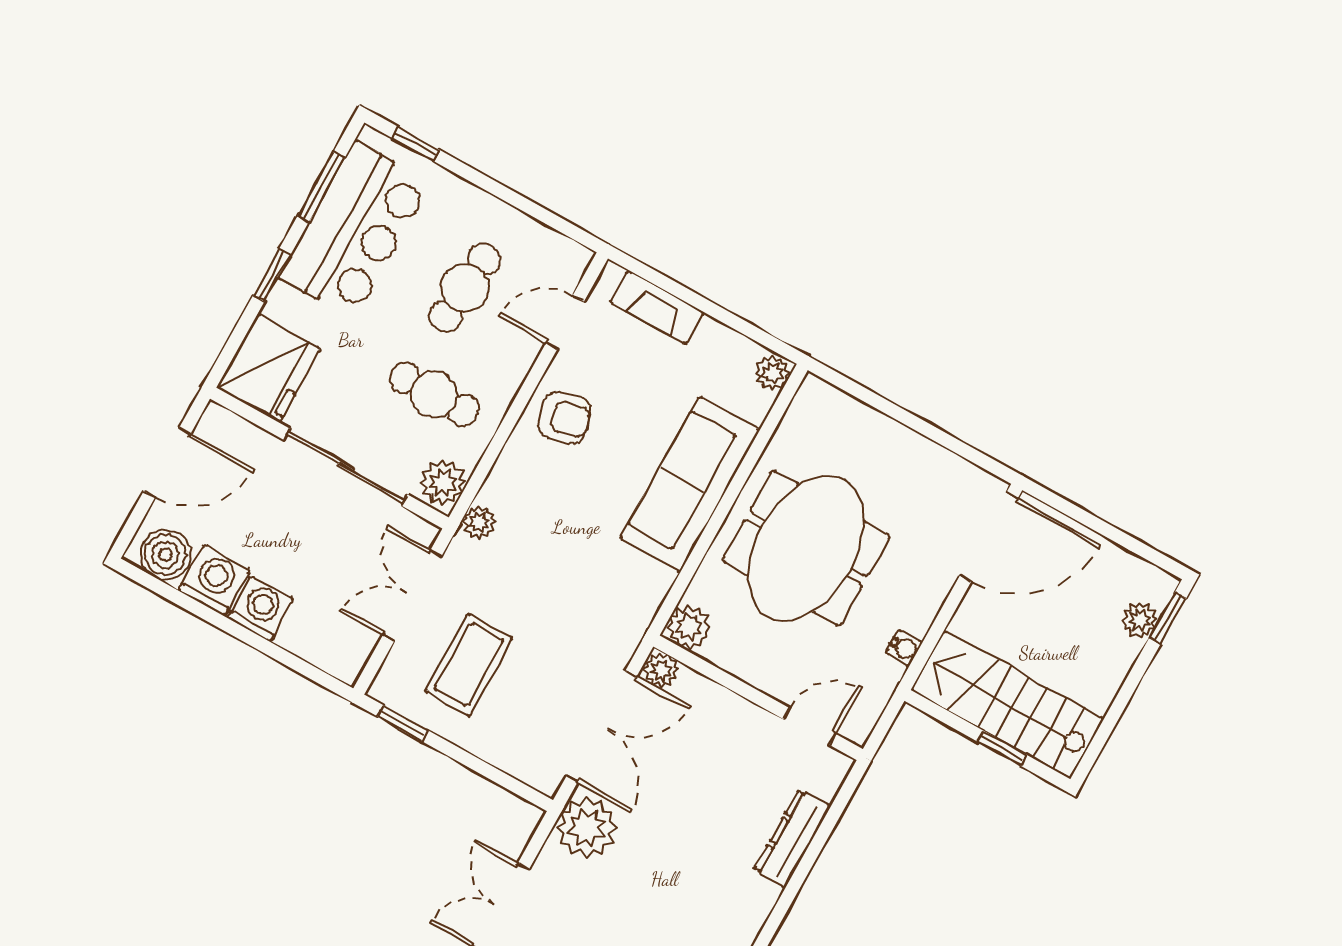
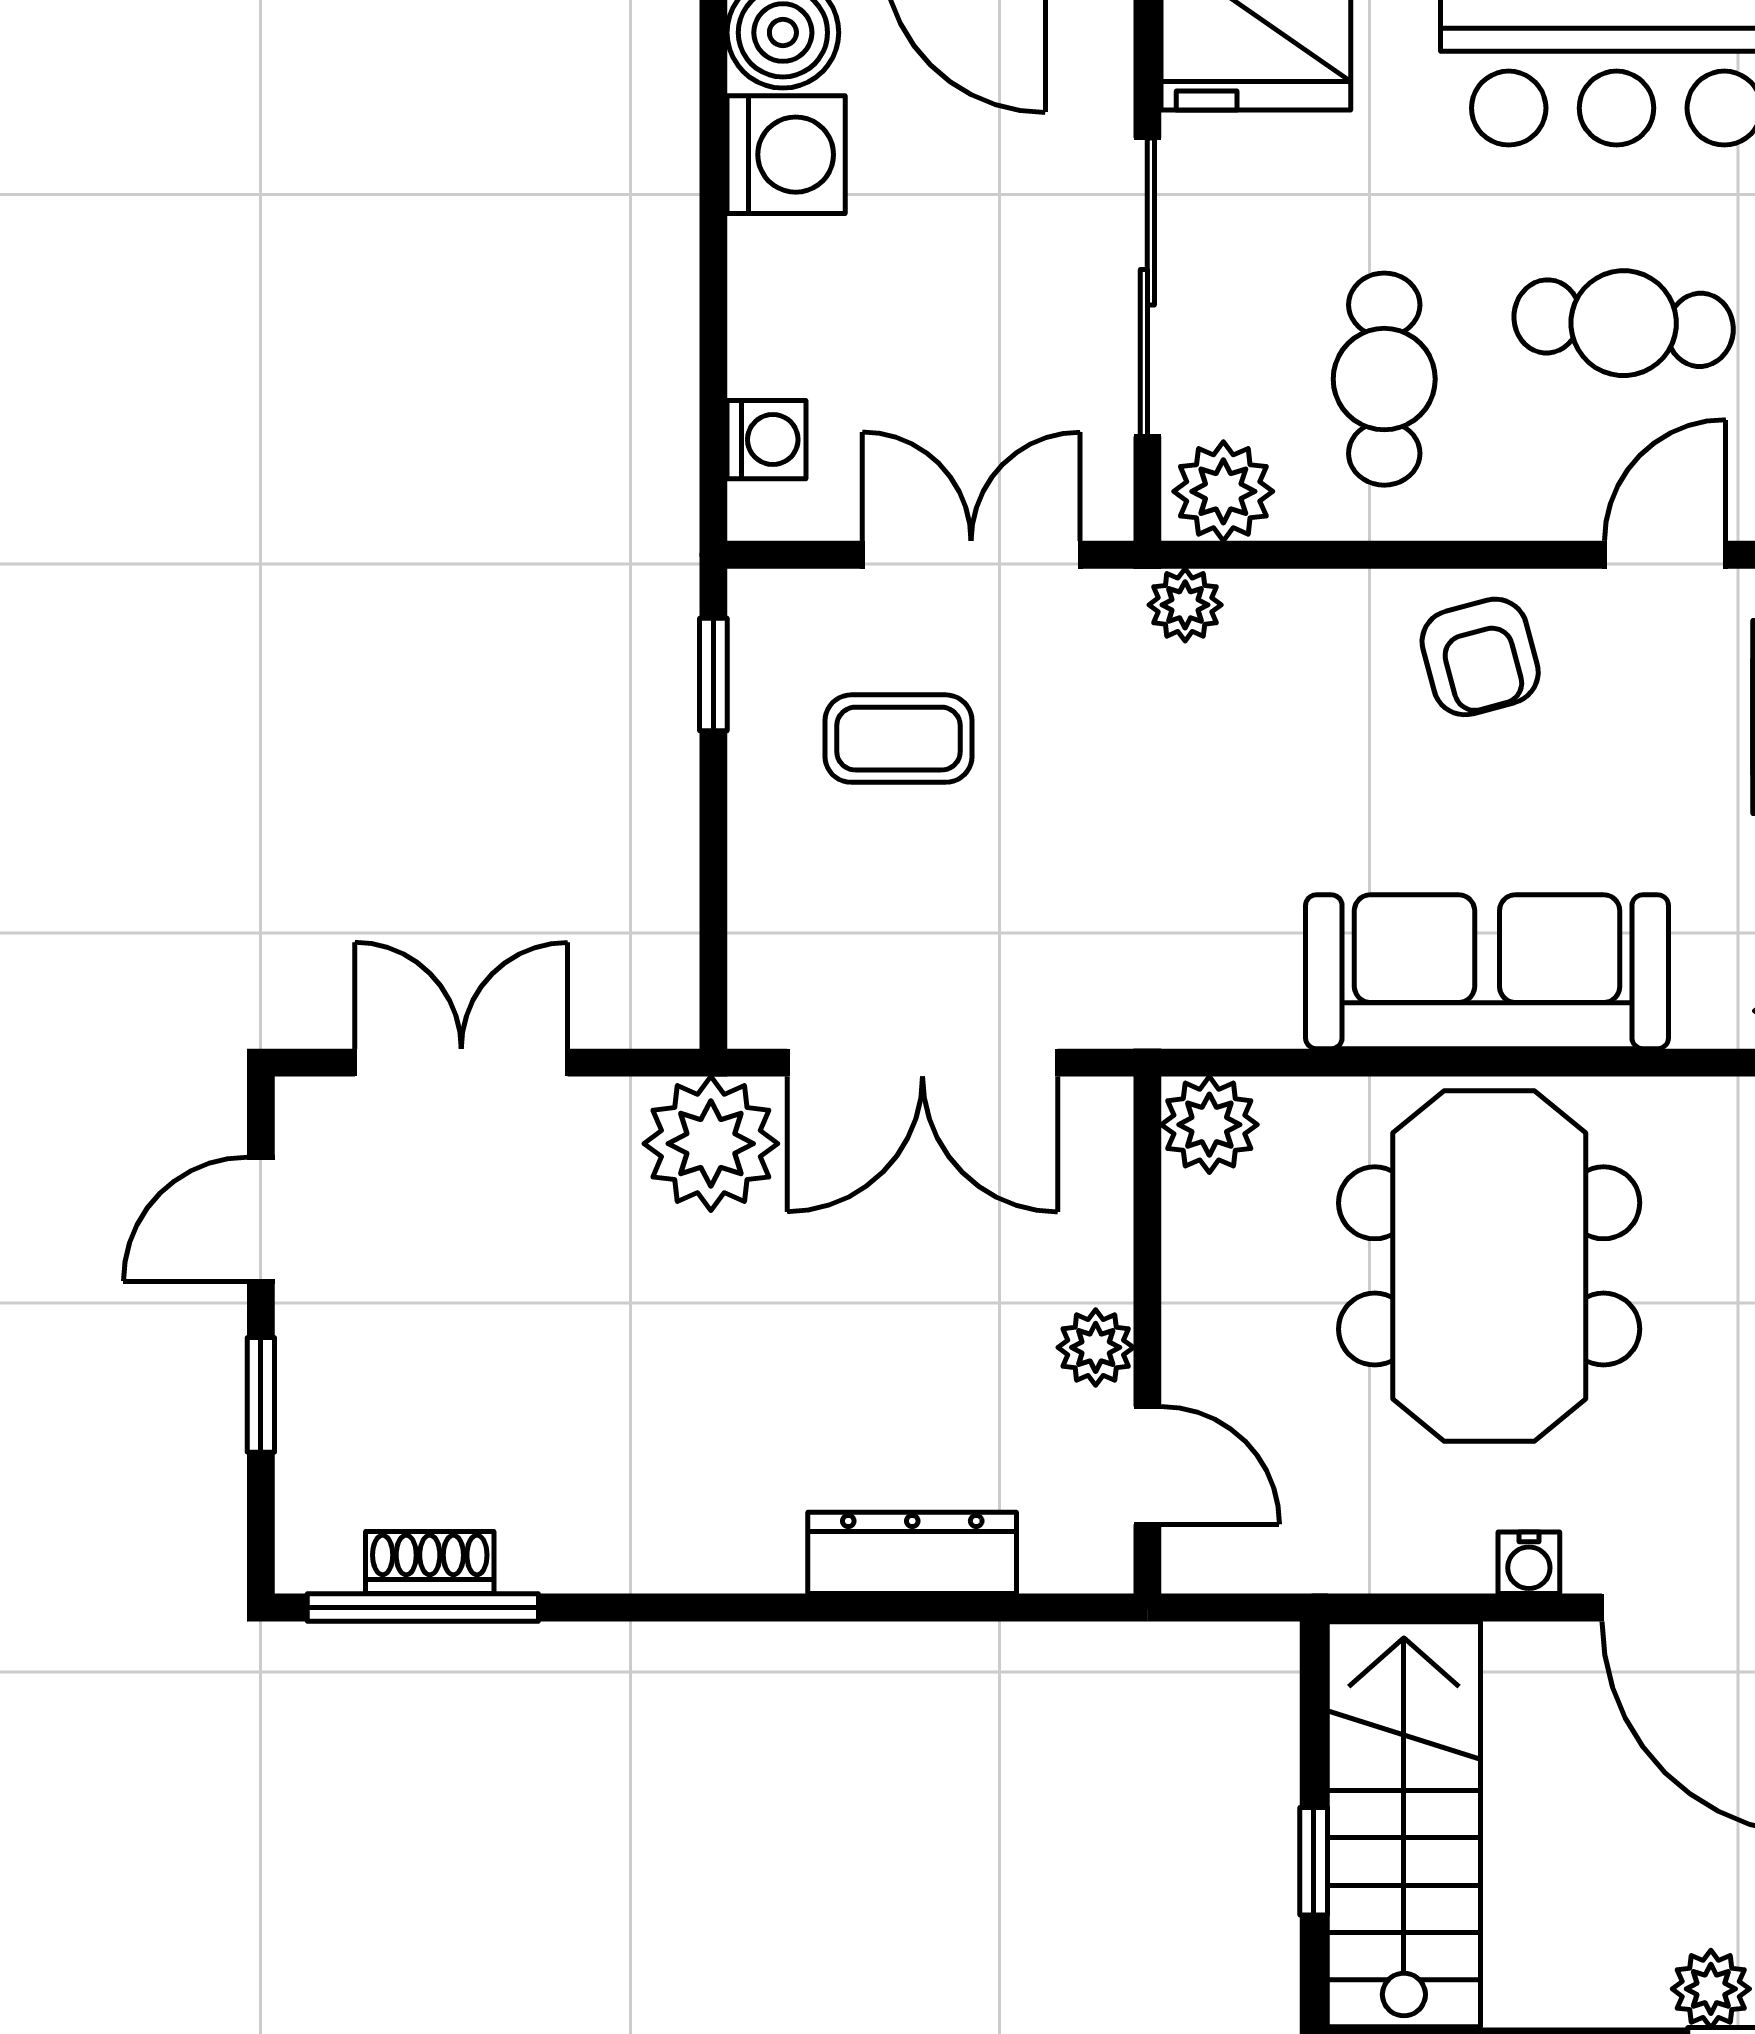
door: (565, 322) -> (1665, 555), hinge flipped
meeting table: (806, 548) -> (1489, 1266), turned 90
washing machine: (261, 609) -> (767, 440), moved, width x0.73, depth x0.73
water cooler: (904, 648) -> (1529, 1563), moved
coffee table: (469, 665) -> (898, 739), width x0.73, depth x0.77
plant: (661, 670) -> (1096, 1347), moved

